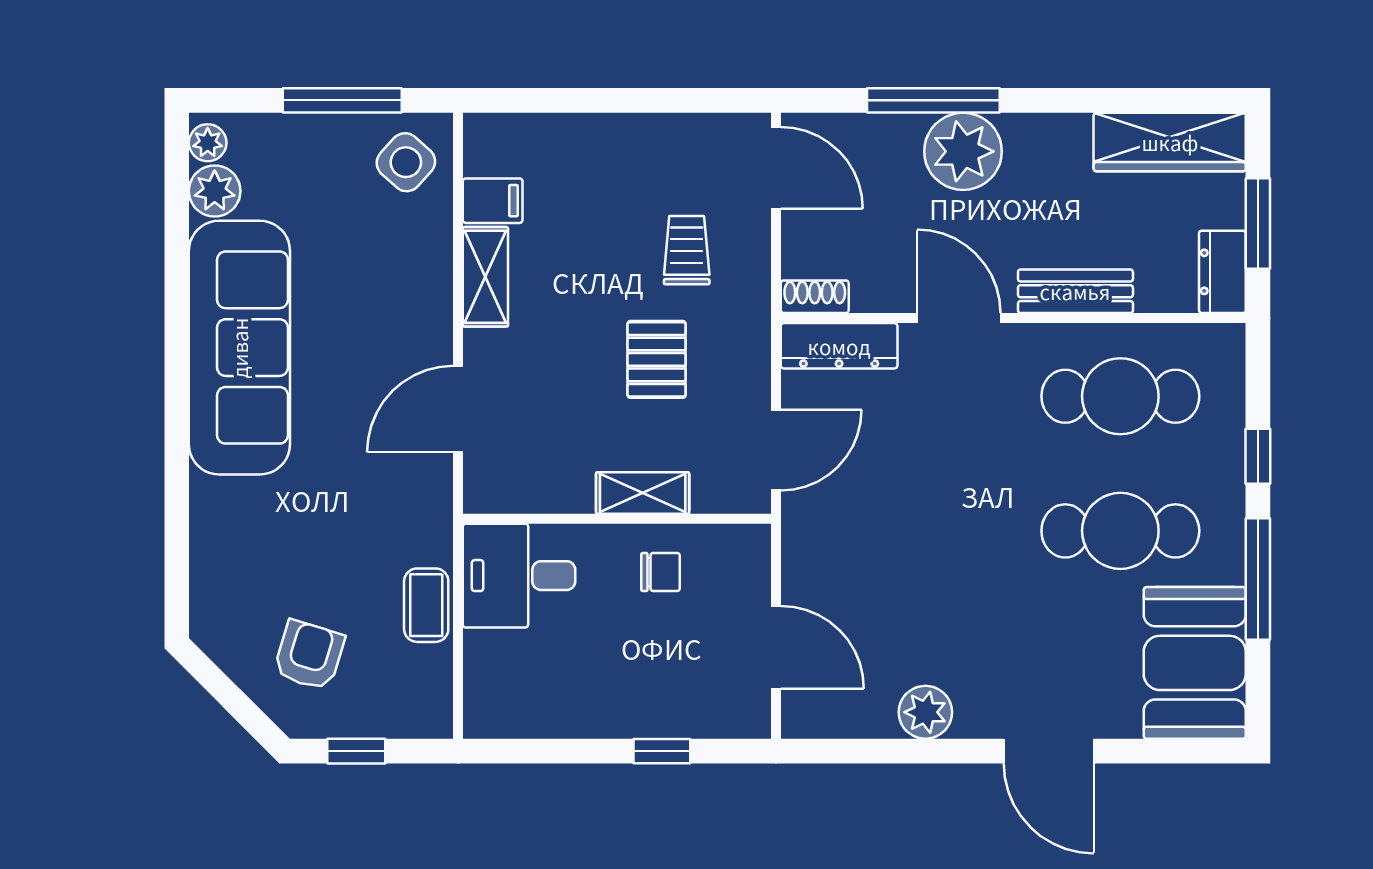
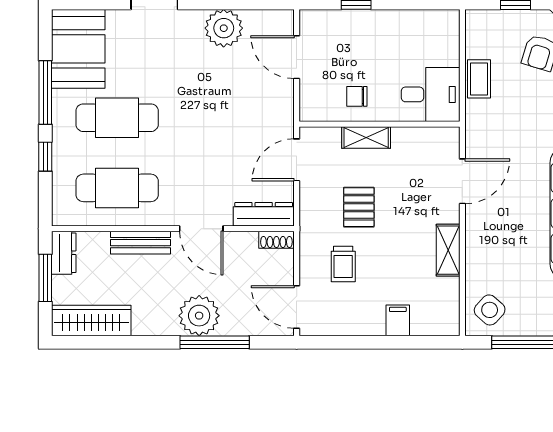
filing cabinet: (493, 201) -> (398, 320), moved, turned 90
plant: (925, 712) -> (224, 28), width x1.36, depth x1.36

